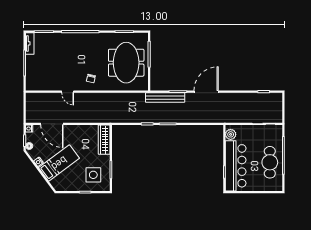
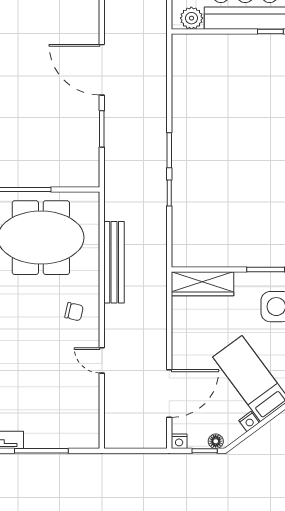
door: (68, 92) -> (102, 360), swing flipped
bench: (165, 98) -> (114, 262), moved

